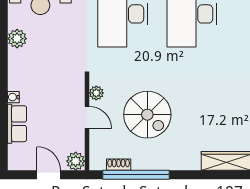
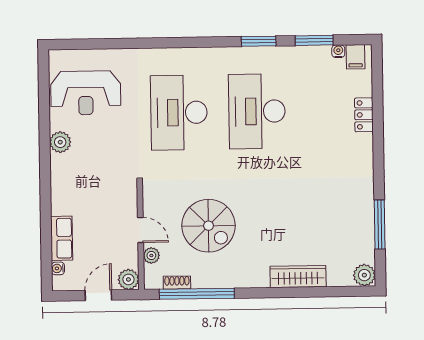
plant: (96, 93) -> (151, 256), moved
water cooler: (13, 97) -> (58, 268), moved
door: (49, 175) -> (98, 295), hinge flipped

